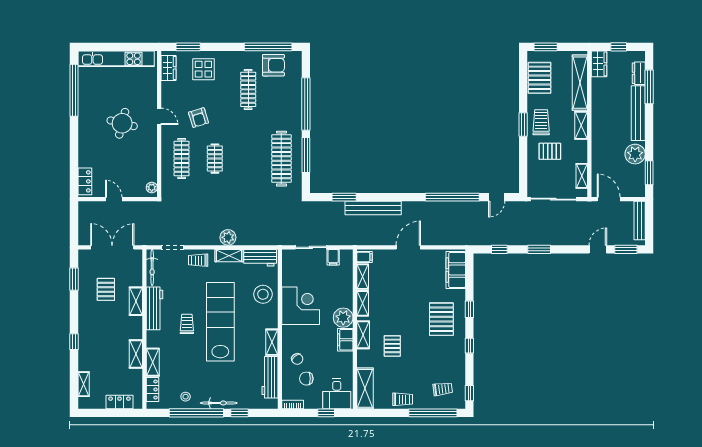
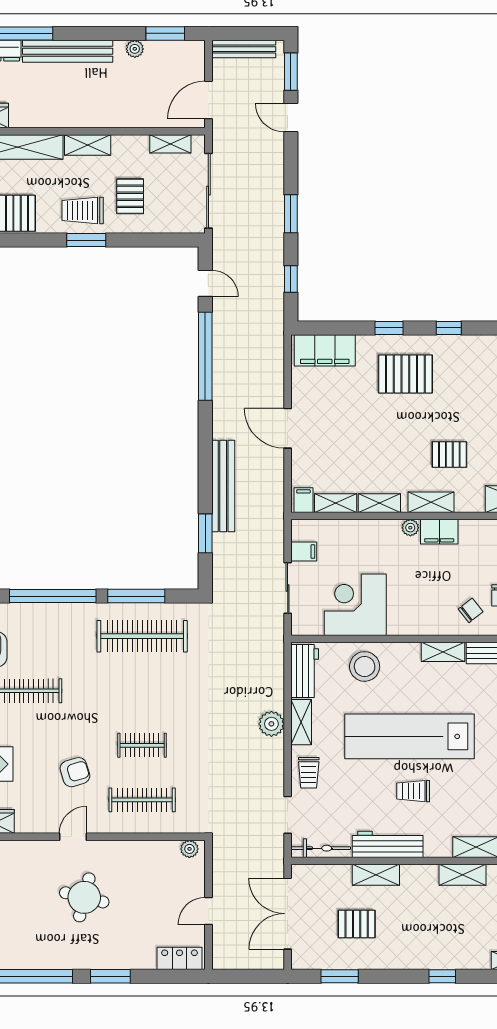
window: (74, 139) -> (110, 976), added
plant: (635, 154) -> (135, 49), width x0.53, depth x0.53
corner desk: (301, 306) -> (355, 605), moved
plant: (343, 318) -> (410, 528), width x0.53, depth x0.53

